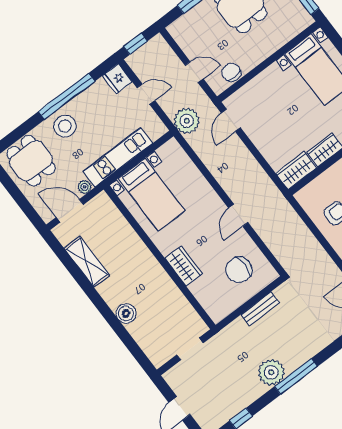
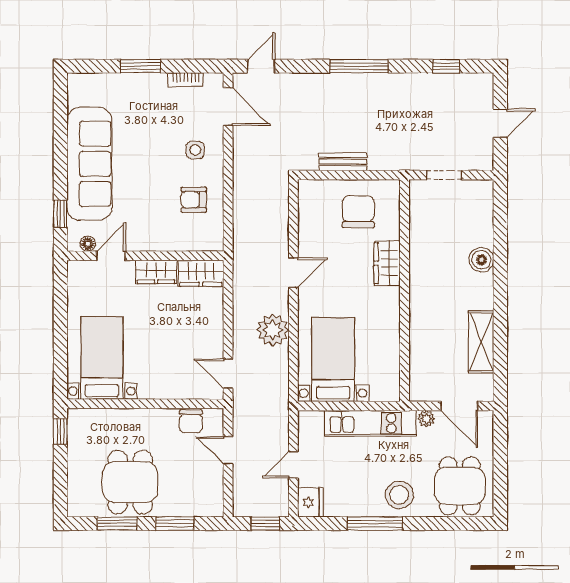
door: (146, 94) -> (293, 465), hinge flipped
window: (67, 96) -> (375, 524), width x0.68
door: (231, 120) -> (228, 374), swing flipped
plant: (187, 121) -> (273, 330), moved
bed with nightstands: (152, 195) -> (333, 360), moved
chair: (239, 270) -> (358, 212), moved, turned -90
plant: (271, 372) -> (380, 89), removed

